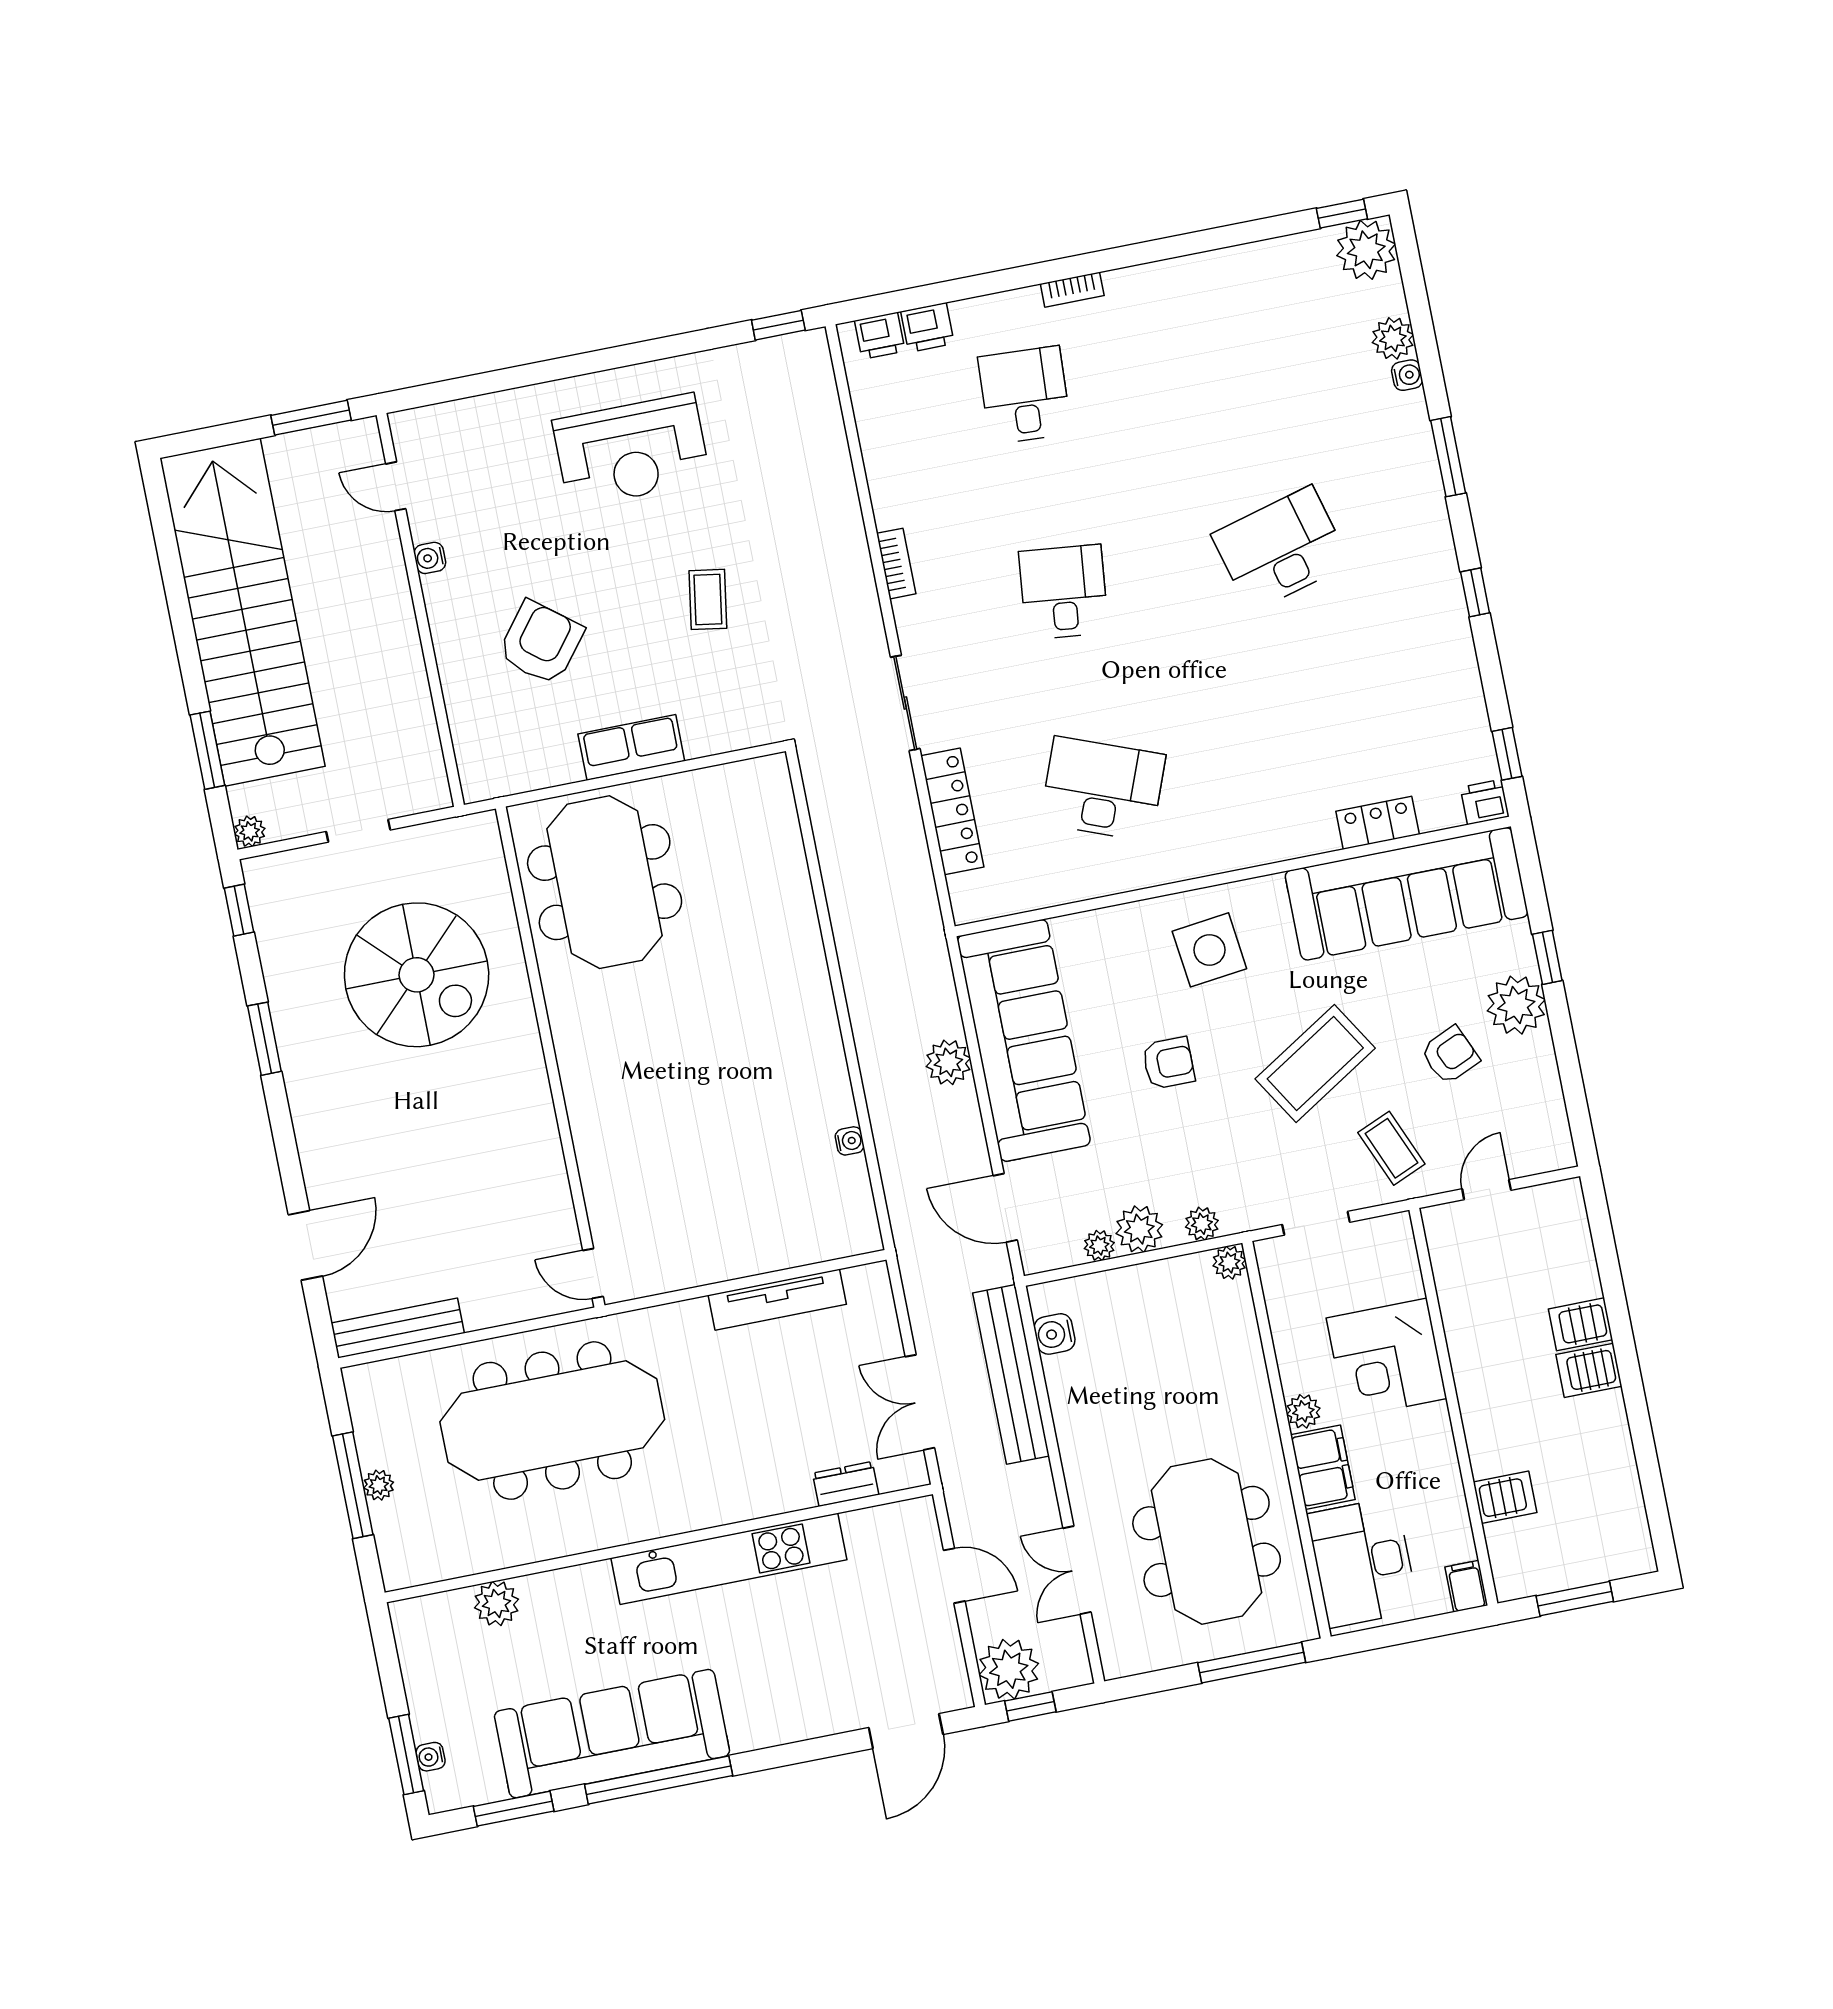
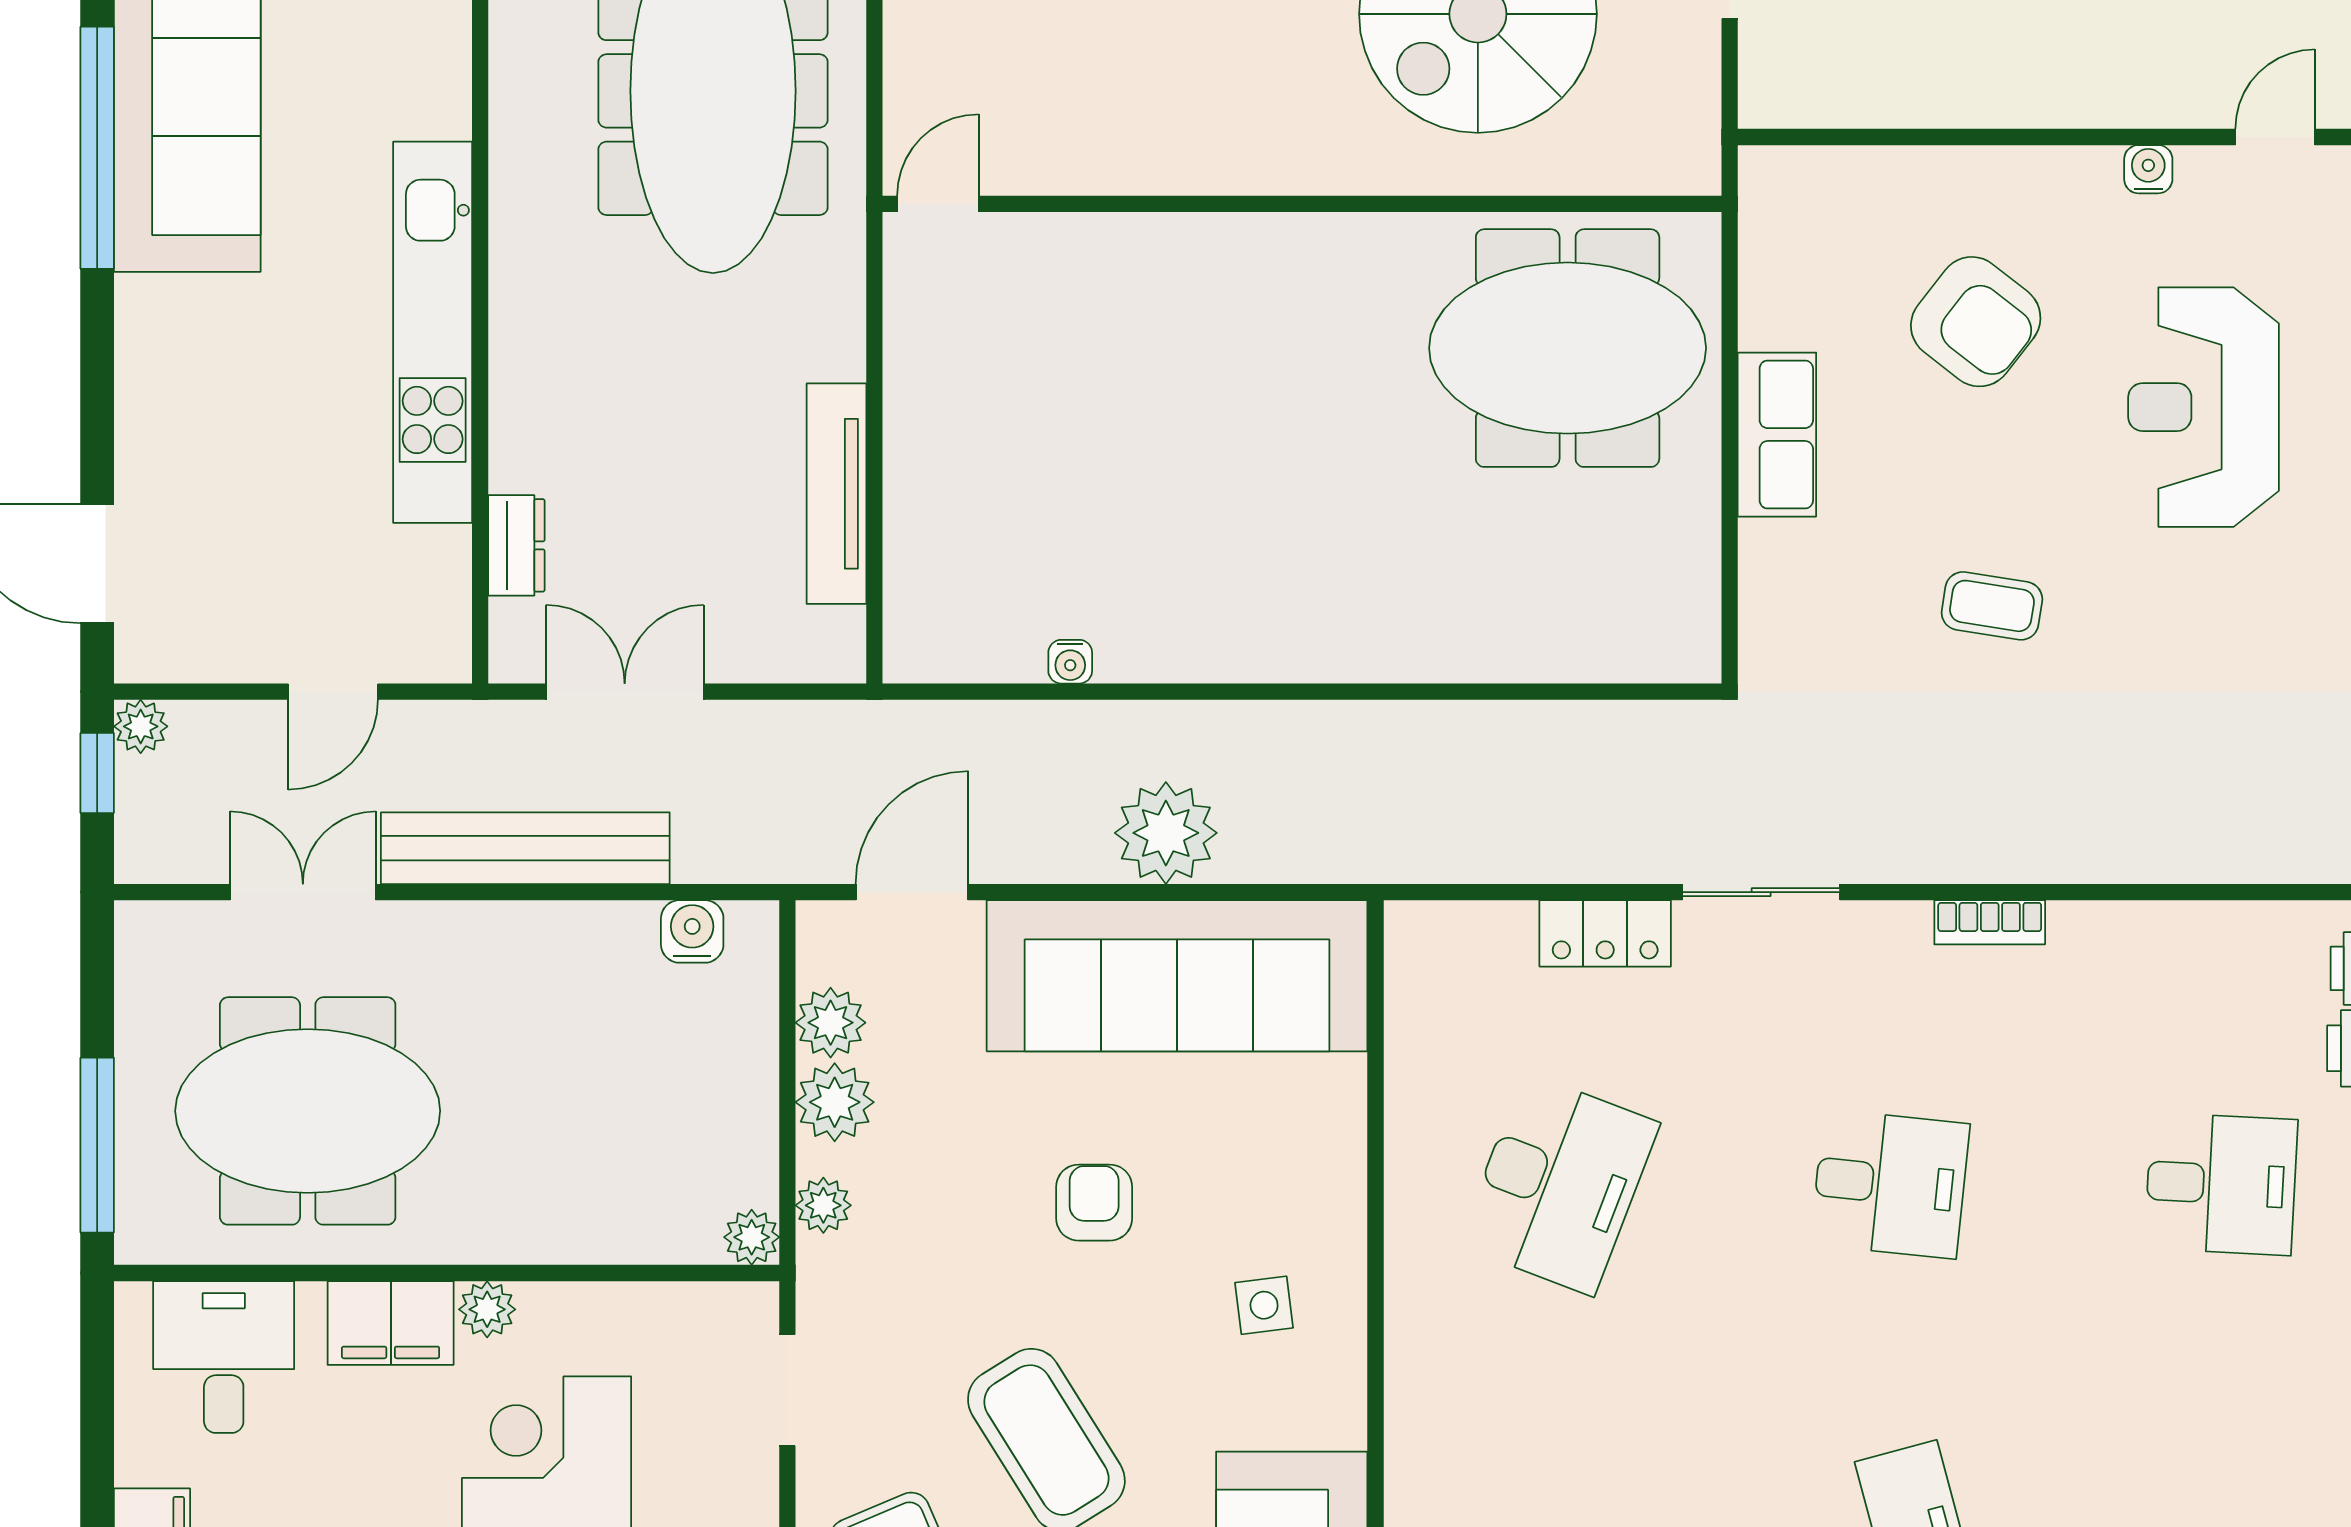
reception desk: (631, 451) -> (2204, 407), moved
locker: (952, 811) -> (1605, 933), width x0.66
side table: (1209, 950) -> (1264, 1305), width x0.54, depth x0.54
plant: (948, 1062) -> (1166, 833), width x1.36, depth x1.36
armchair: (1168, 1063) -> (1094, 1203), turned 180
plant: (1099, 1246) -> (831, 1023), width x1.38, depth x1.38
bench: (1011, 1374) -> (525, 848), moved
desk: (1363, 1562) -> (224, 1357), width x0.73
plant: (1009, 1669) -> (141, 726), width x0.53, depth x0.53

